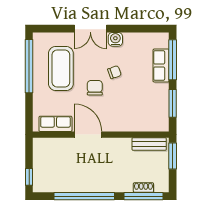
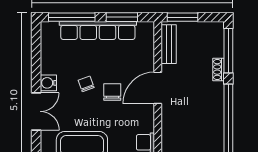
row of seats: (161, 66) -> (98, 30), width x2.02
chair: (95, 88) -> (112, 92), moved, turned 90
door: (88, 135) -> (158, 88), moved
shoe rack: (143, 187) -> (219, 70), moved

